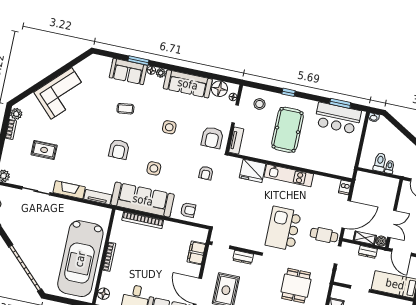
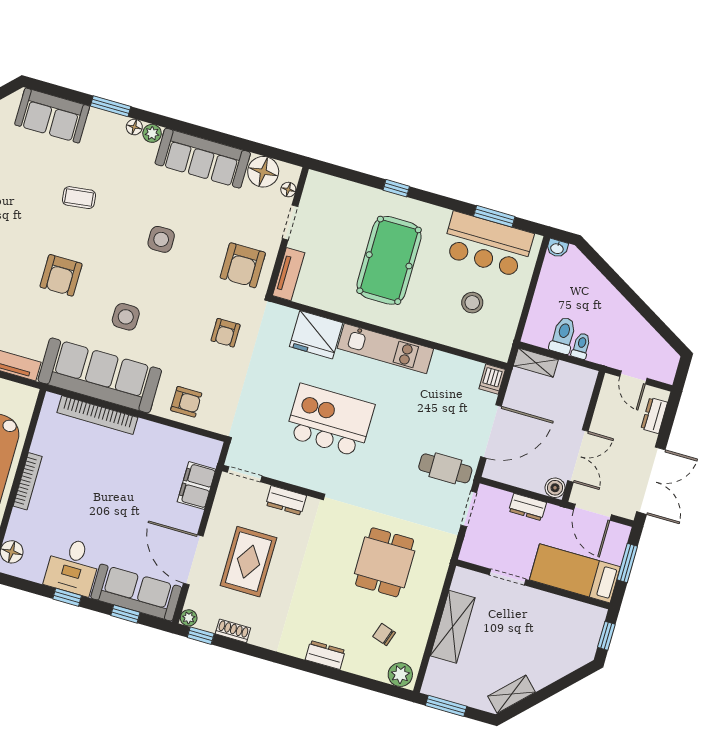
sofa: (128, 71) -> (52, 115), moved
stool: (260, 104) -> (472, 303), moved
kitchen island: (283, 228) -> (330, 420), moved, turned 90
shelving: (365, 238) -> (536, 363), moved

